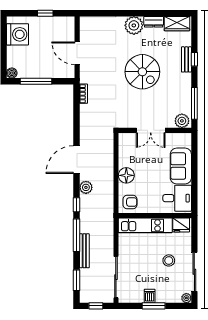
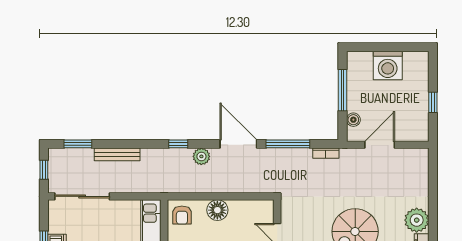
washing machine: (18, 34) -> (388, 66), moved
boiler: (12, 73) -> (353, 120), moved
window: (77, 235) -> (288, 144), moved

